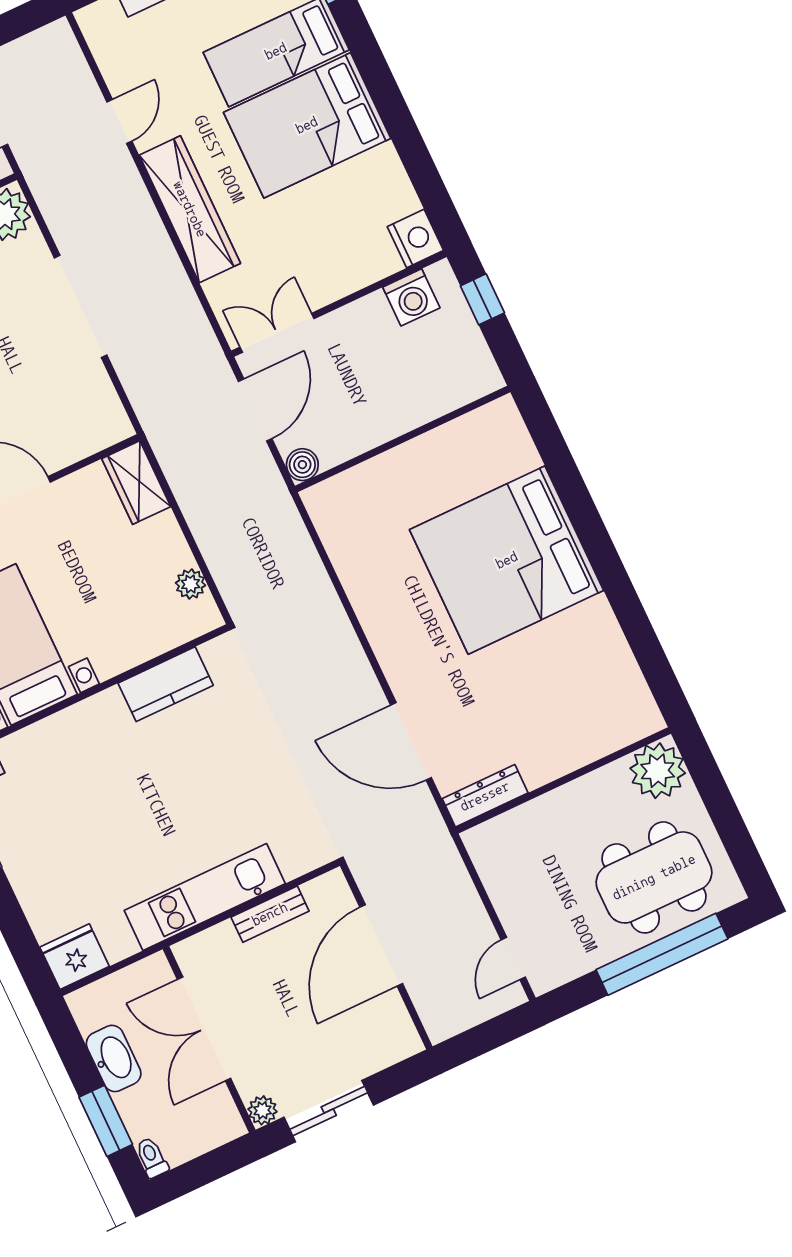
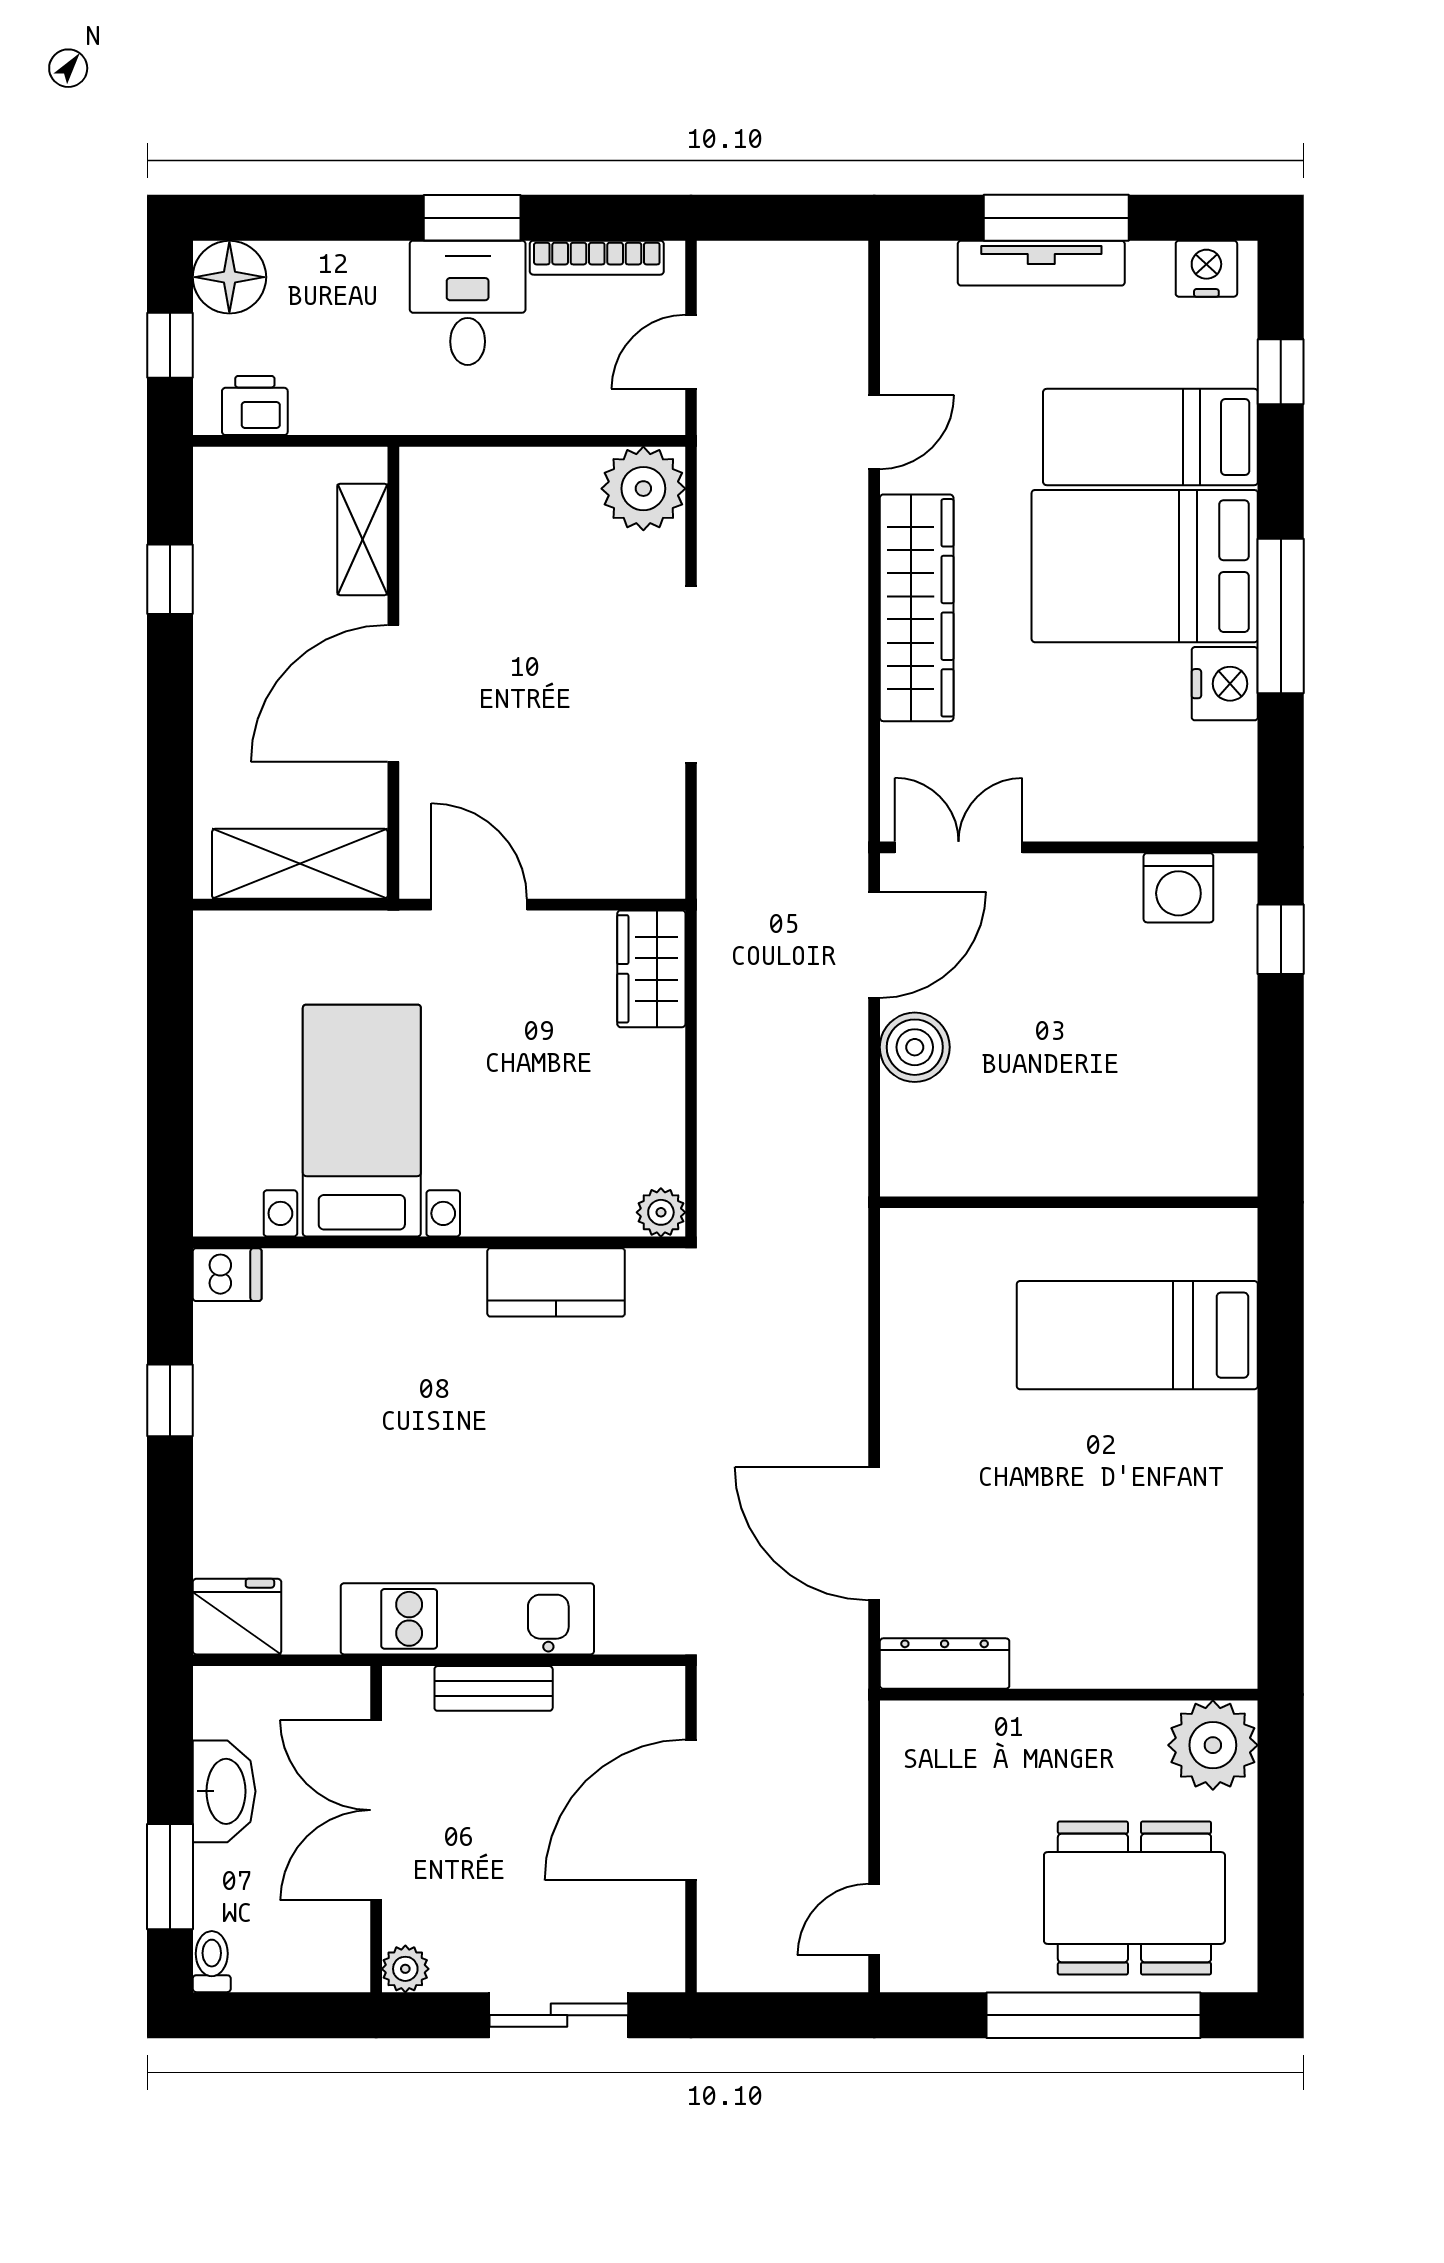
window: (397, 117) -> (1281, 616), added
nightstand: (415, 239) -> (1225, 684), moved
wall: (403, 439) -> (1069, 1202), moved
boiler: (302, 465) -> (915, 1047), width x1.36, depth x1.36
bed: (507, 560) -> (1137, 1335), width x0.49
plant: (191, 584) -> (661, 1212), moved
bench: (270, 914) -> (494, 1688), moved
sliding door: (329, 1111) -> (559, 2015), moved

